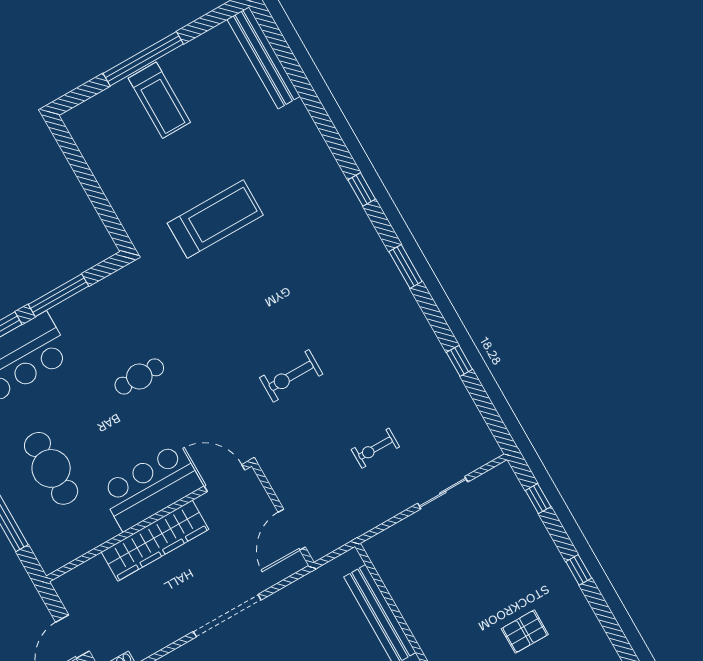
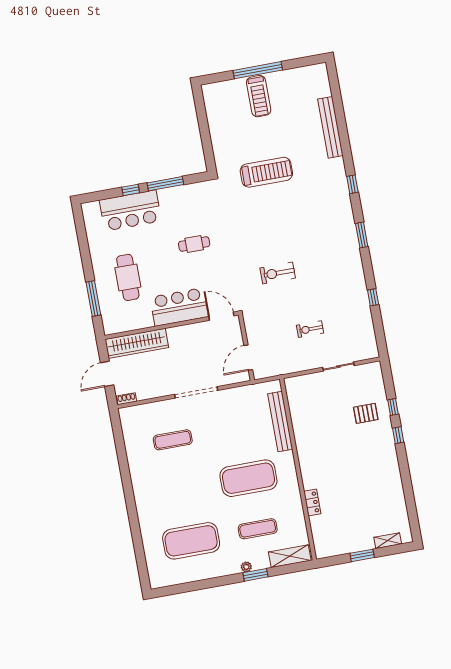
bench: (264, 58) -> (330, 127), moved
window: (538, 499) -> (393, 407), moved
wardrobe: (155, 541) -> (137, 343), moved
pallet: (525, 632) -> (366, 413), moved

